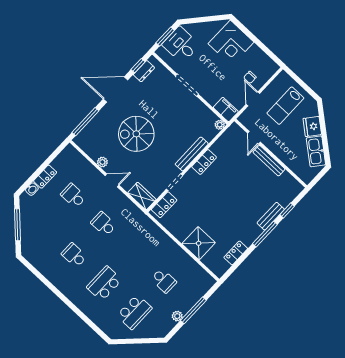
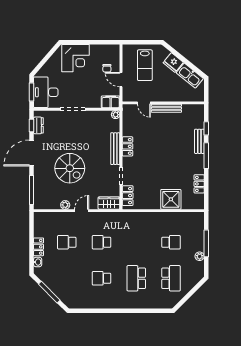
desk: (181, 45) -> (46, 92), width x1.37
spiral stairs: (136, 134) -> (70, 168), turned -90

